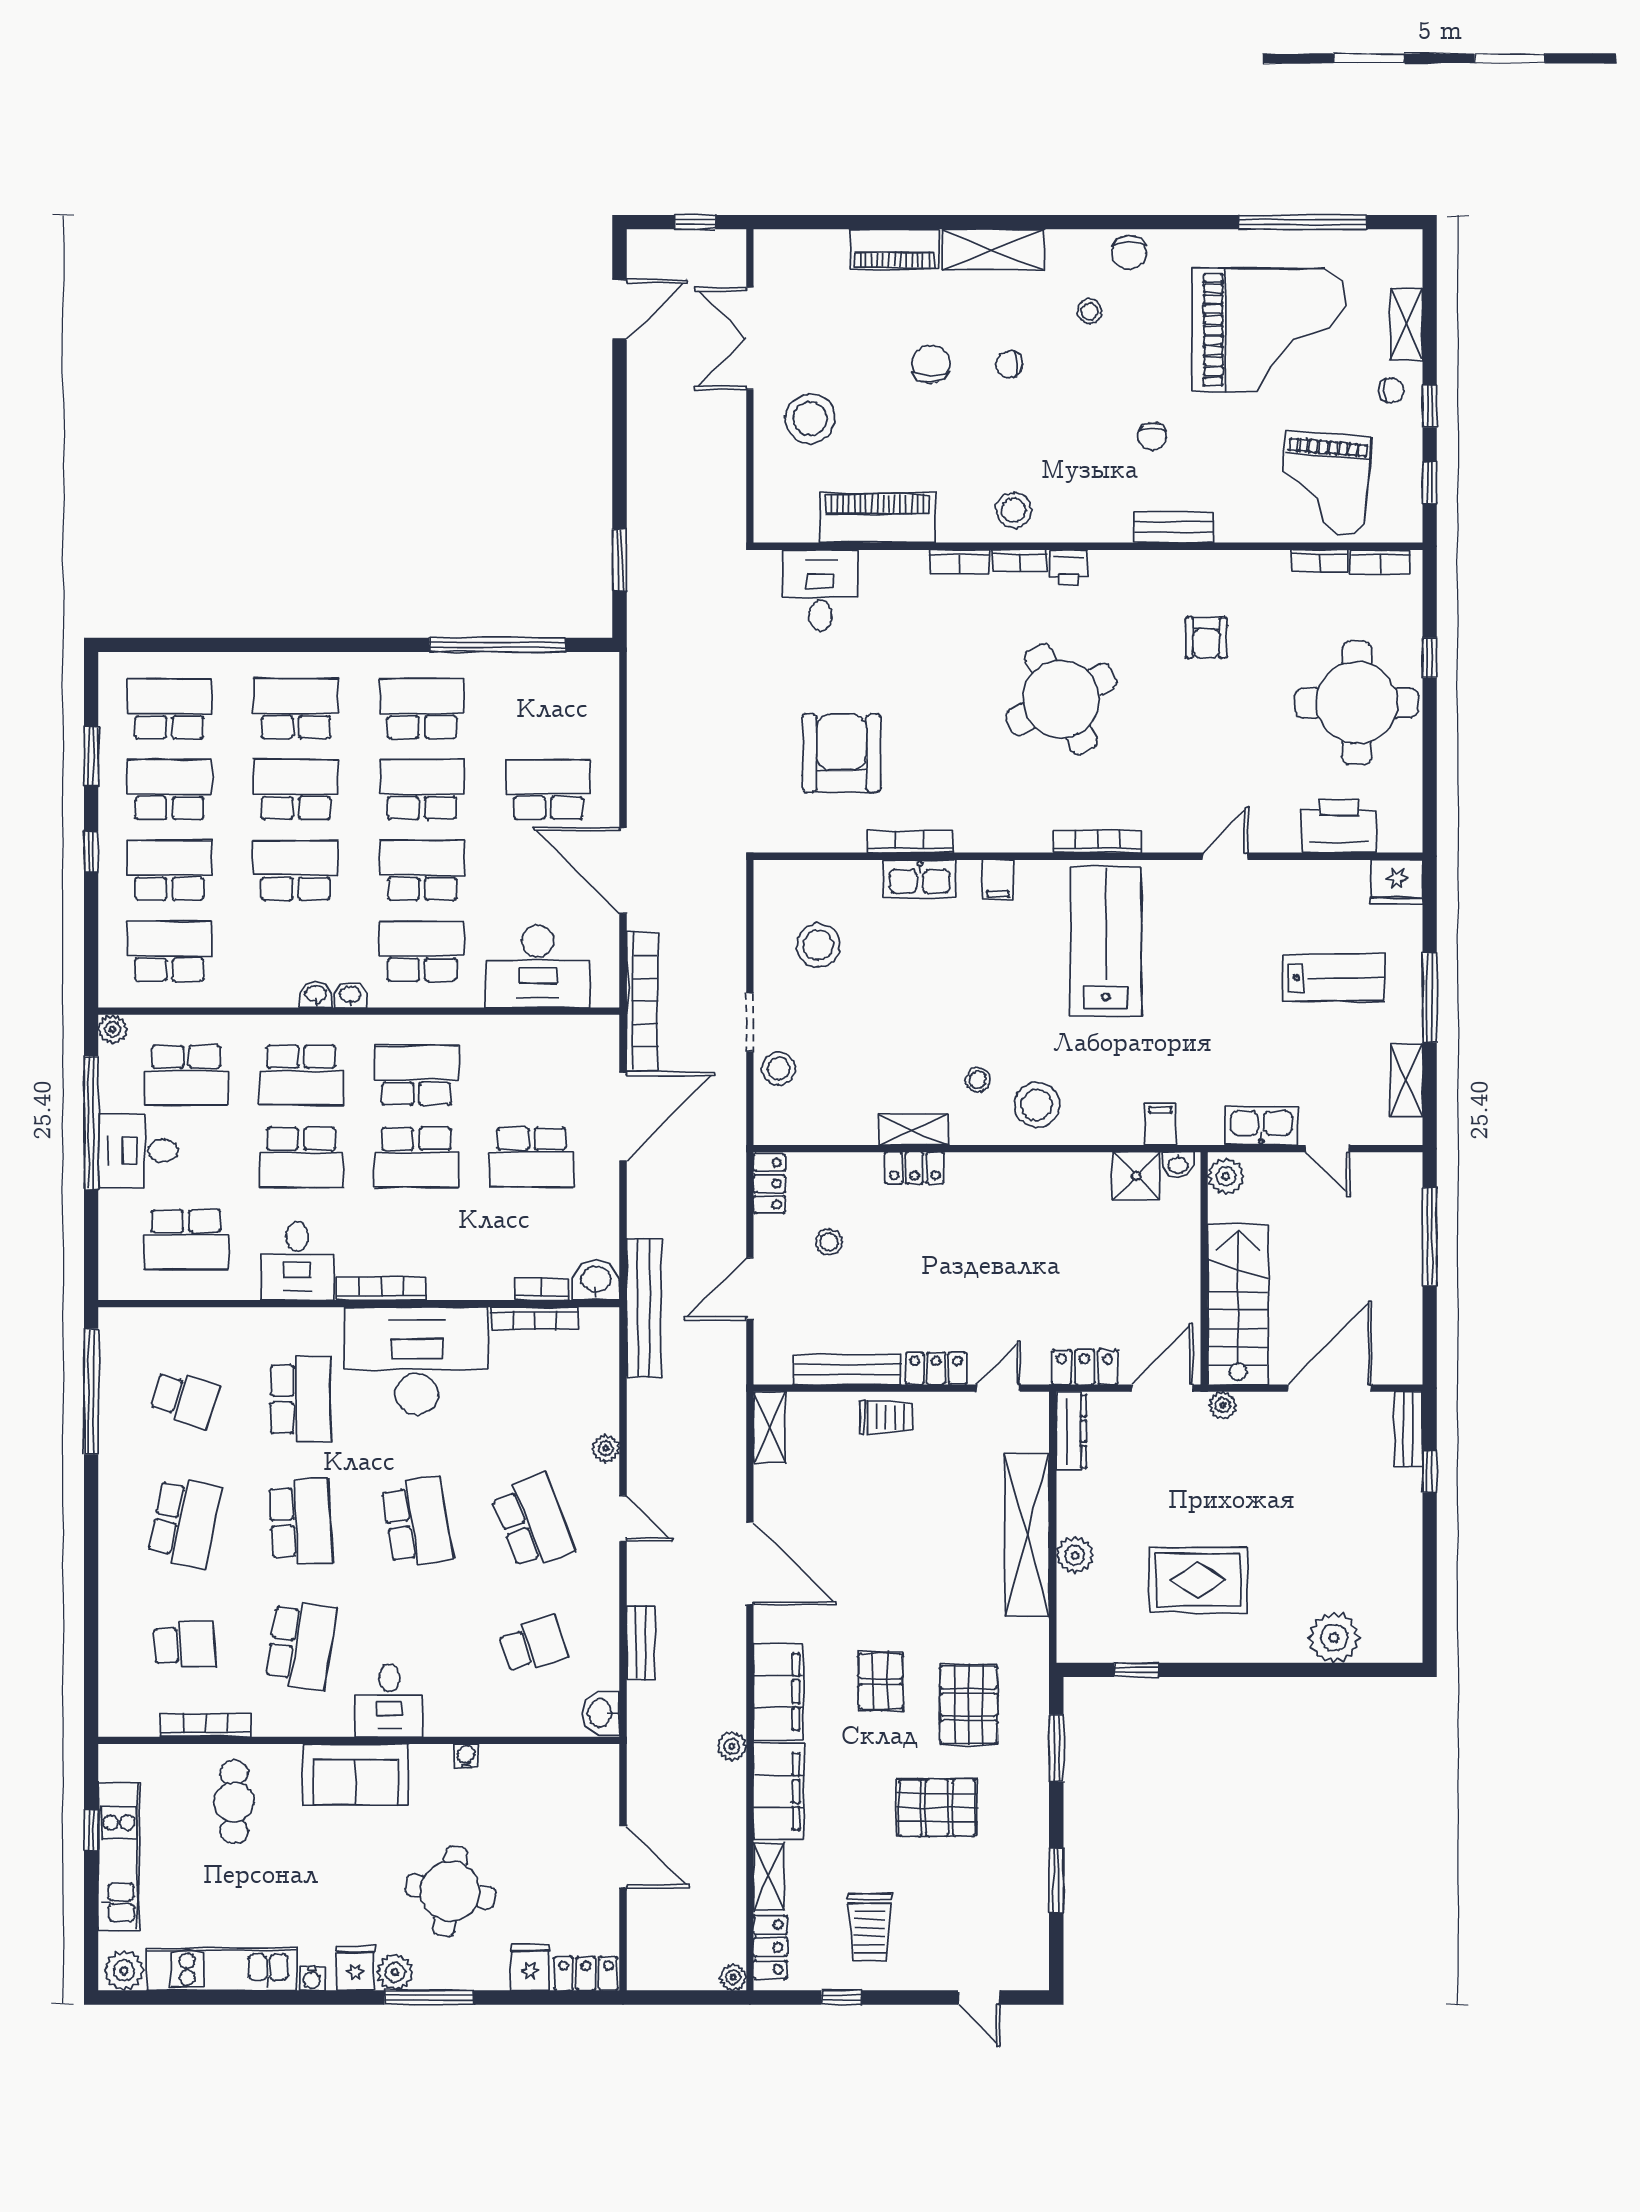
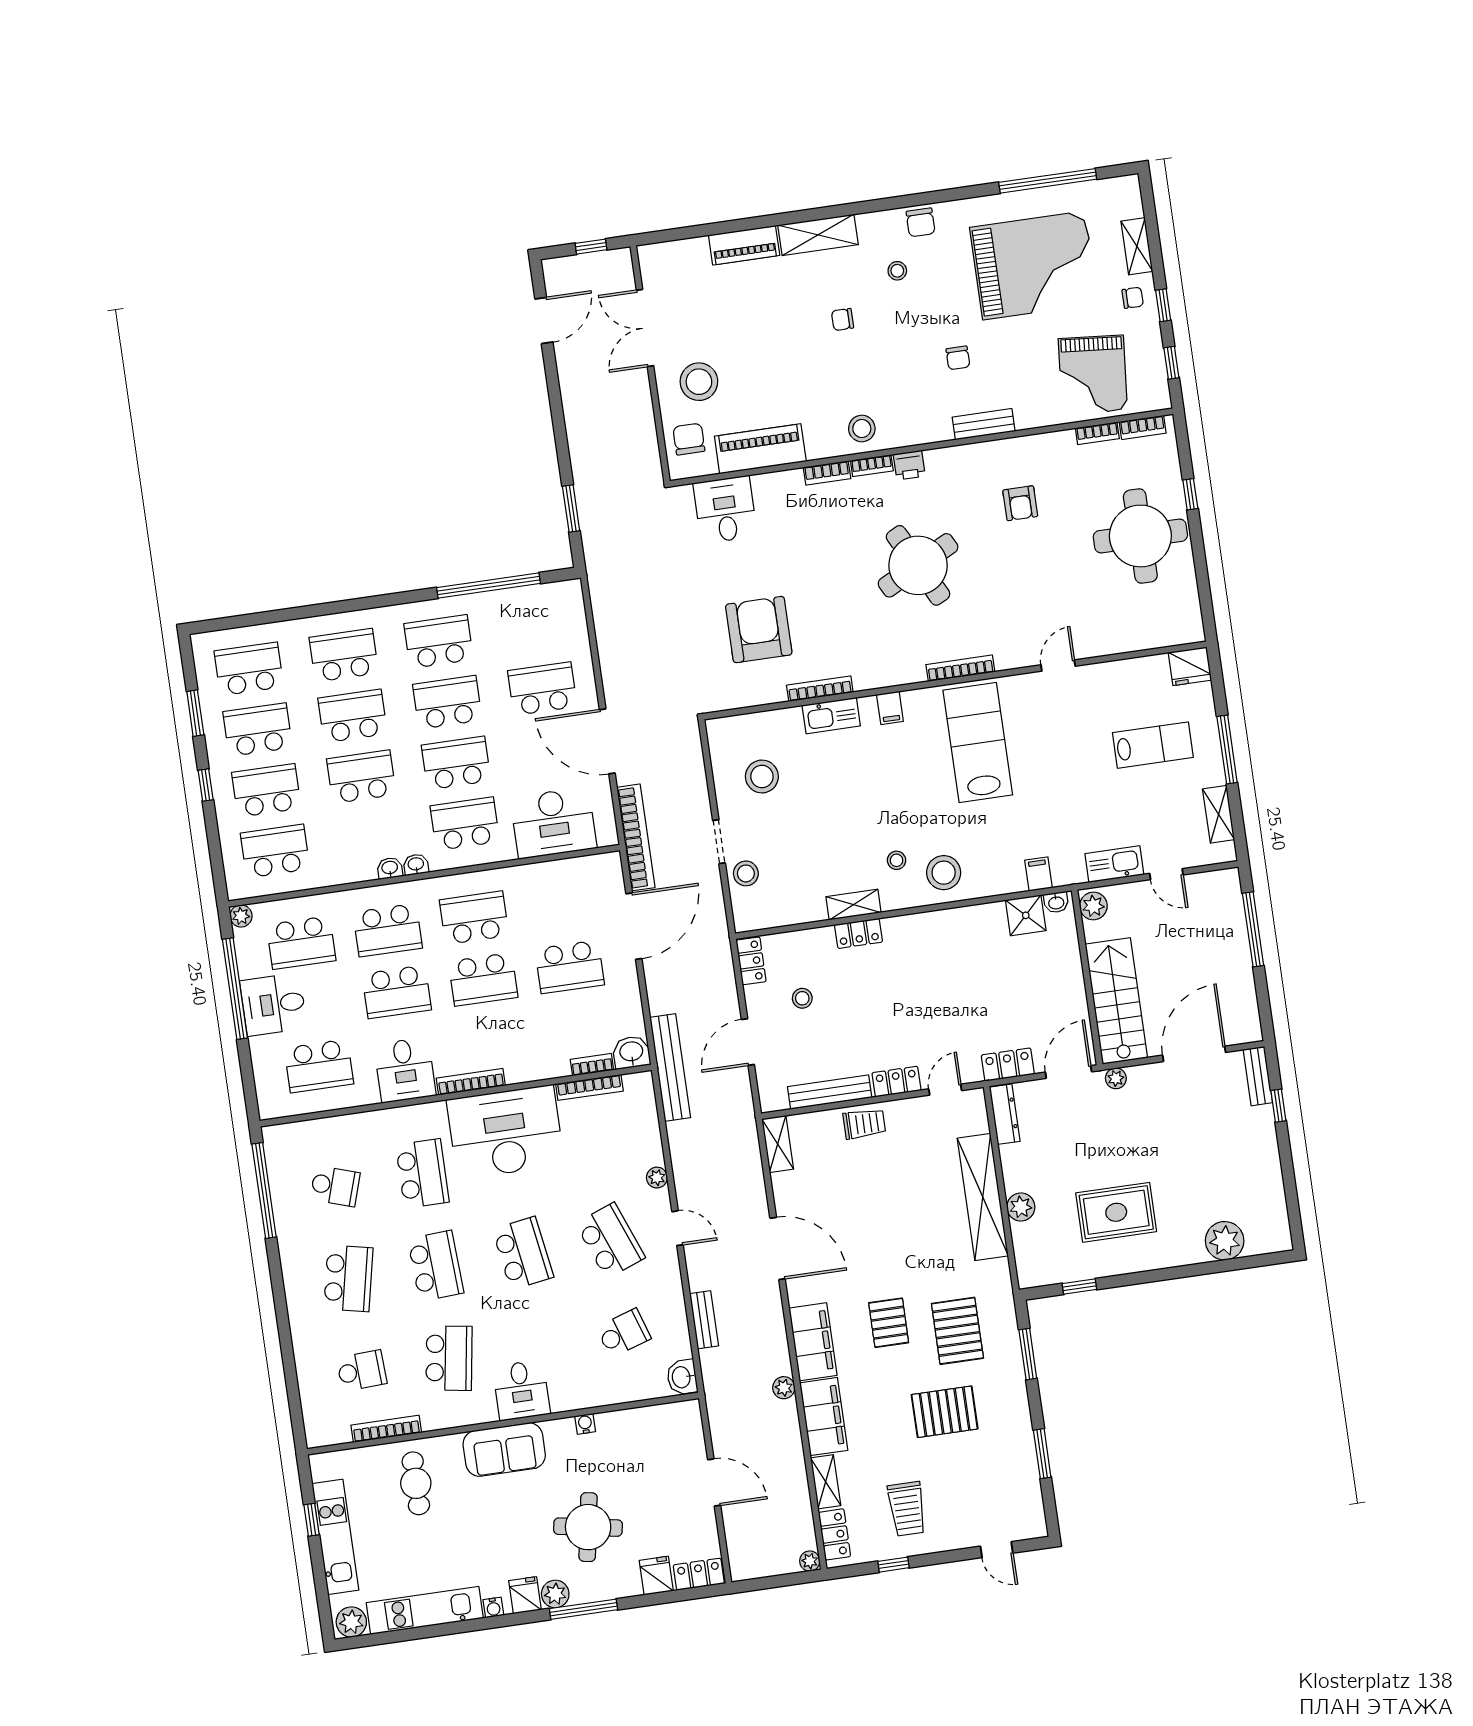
chair: (931, 364) -> (689, 439), moved
printer: (1339, 826) -> (1140, 630), removed

